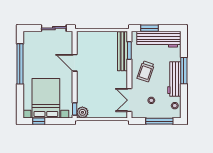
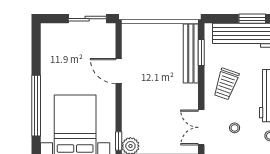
window: (150, 28) -> (252, 19), moved
window: (20, 64) -> (36, 106), moved

